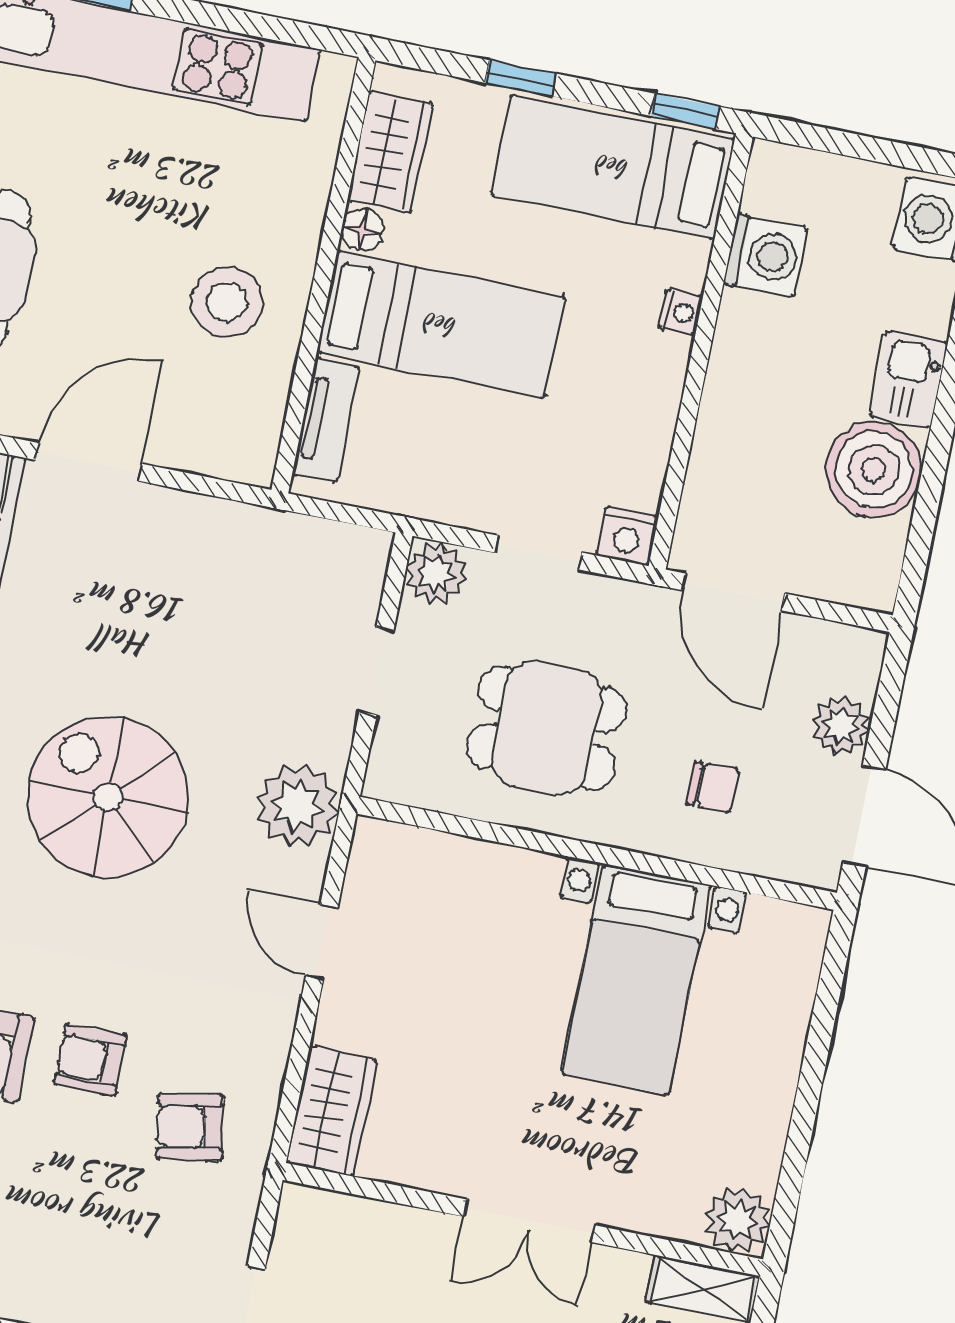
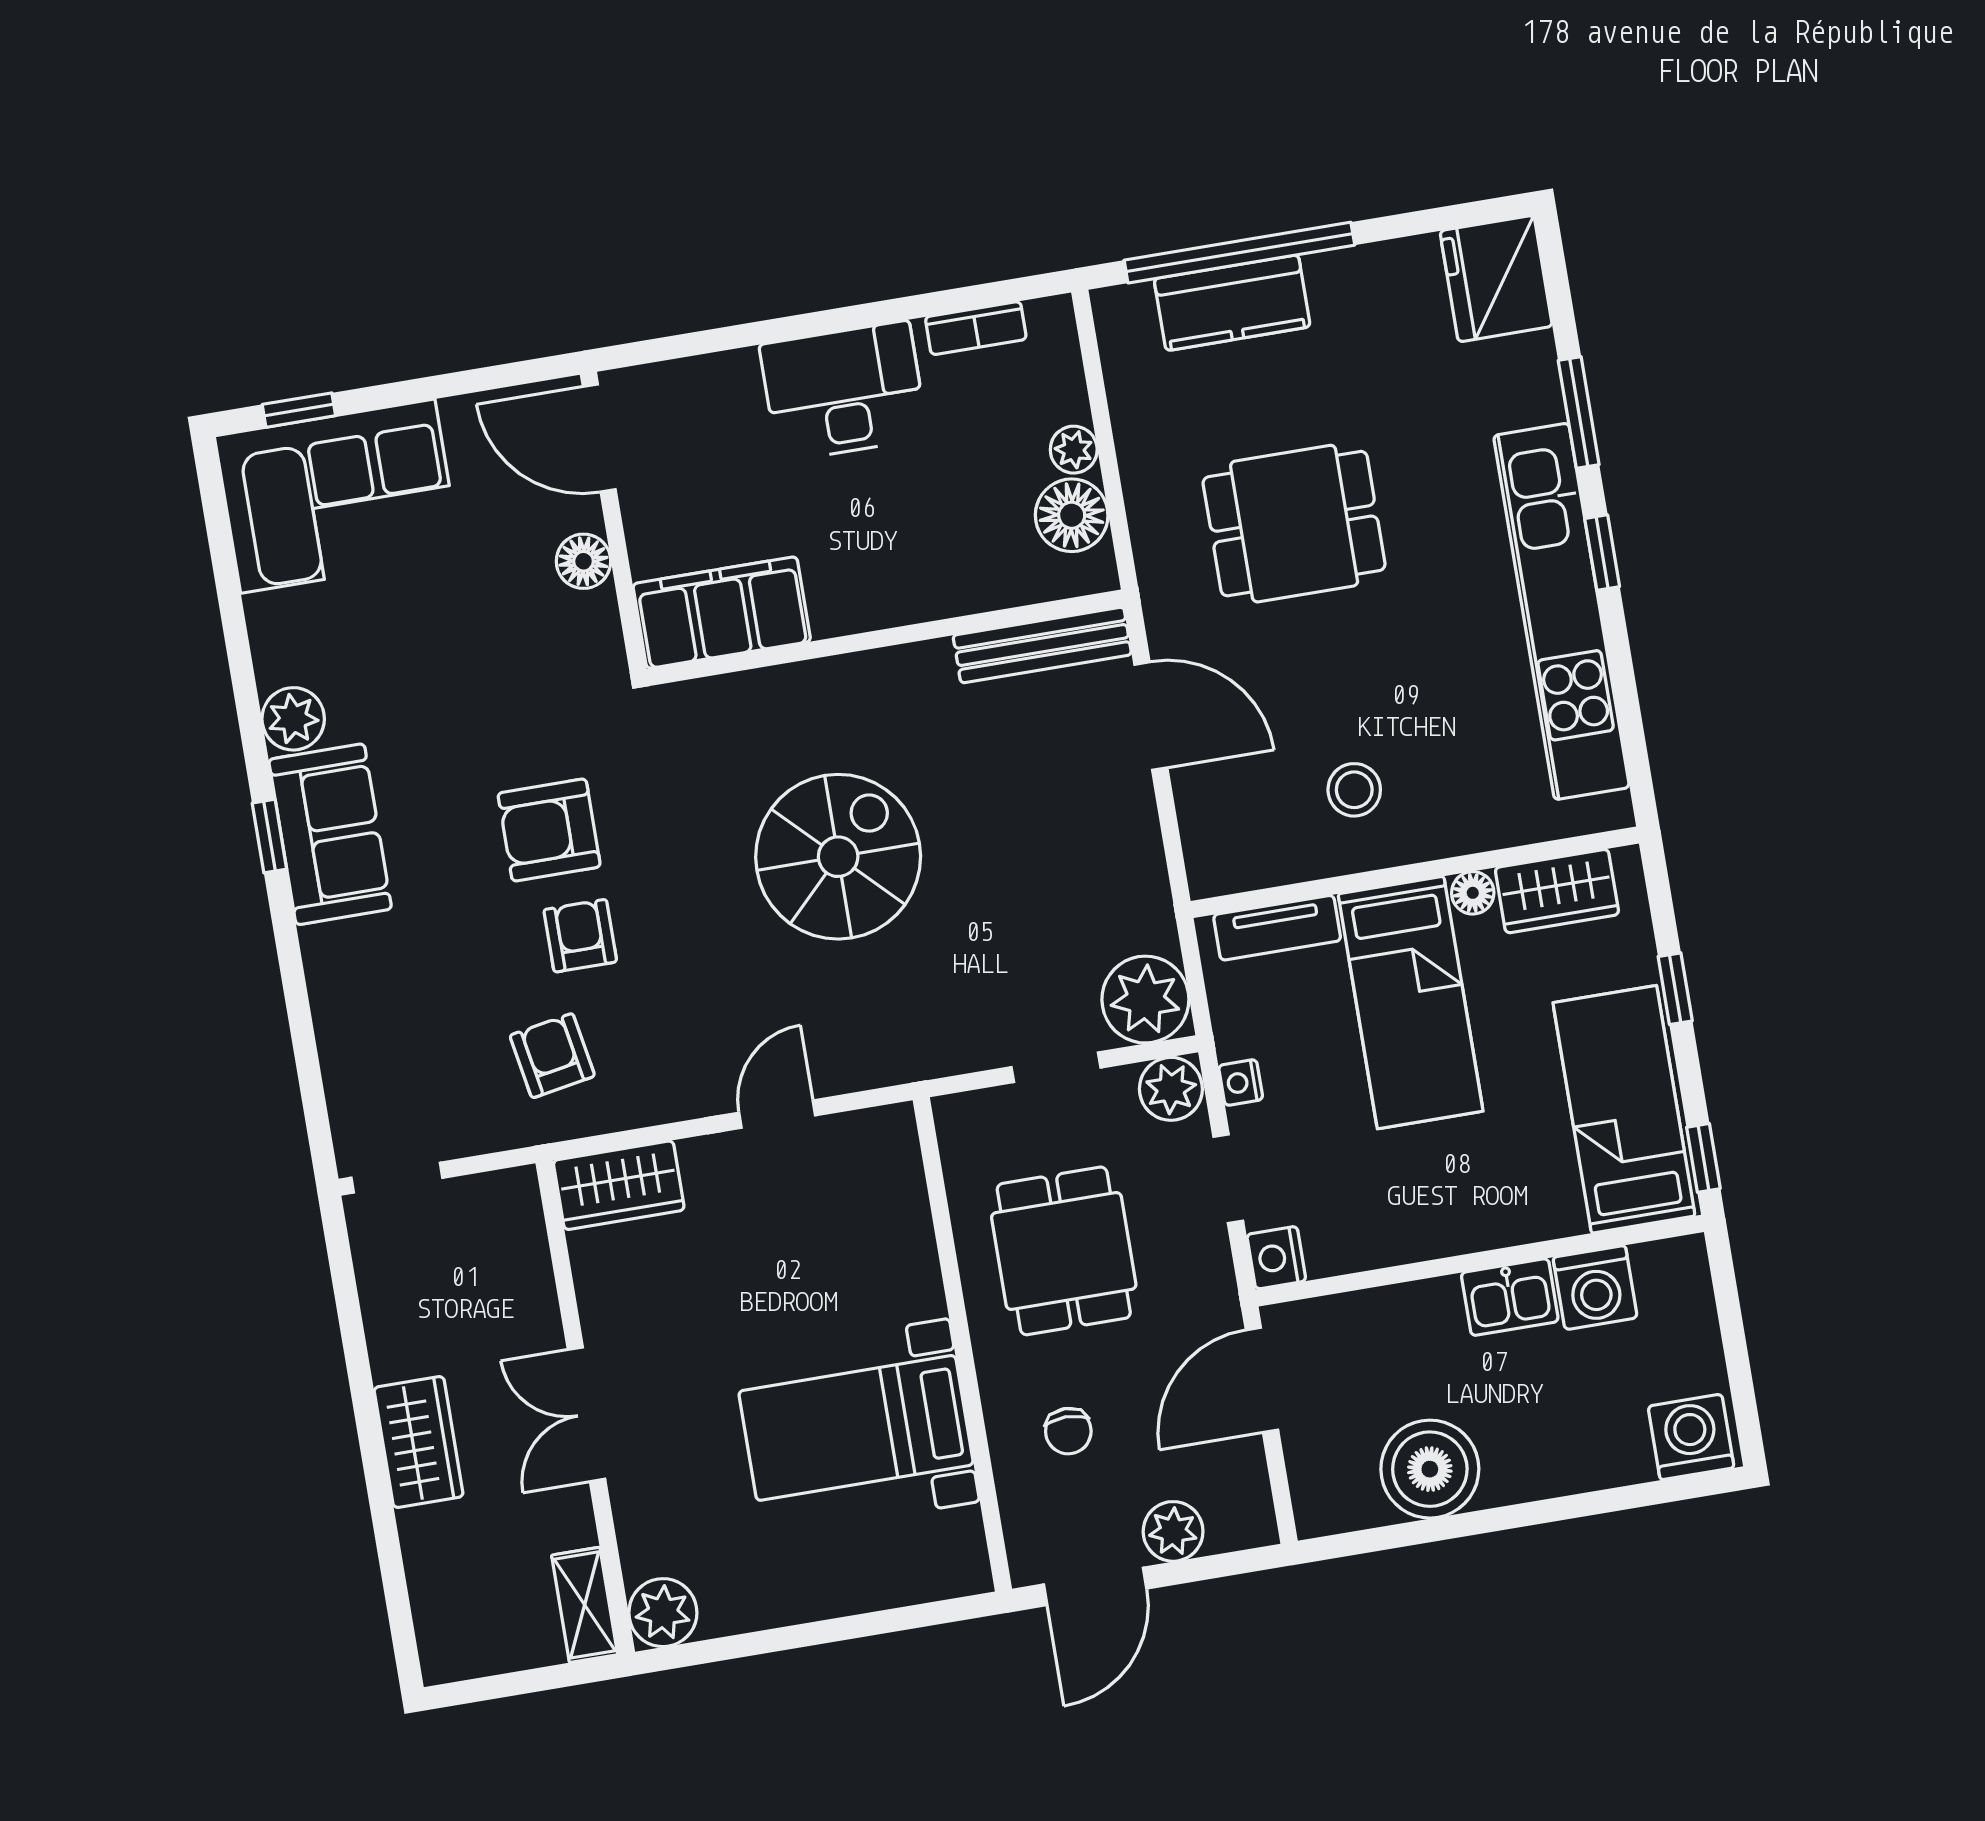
stool: (227, 302) -> (1354, 790), width x0.73, depth x0.73
nightstand: (681, 312) -> (1241, 1083), moved, turned 90
kitchen sink: (909, 379) -> (1510, 1297), moved, turned 180
plant: (297, 806) -> (1145, 1000), moved

